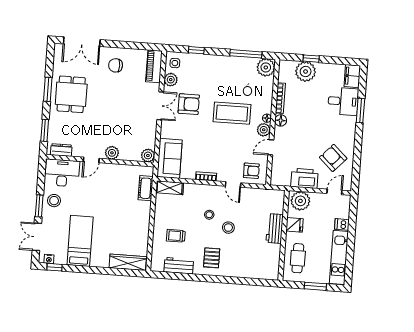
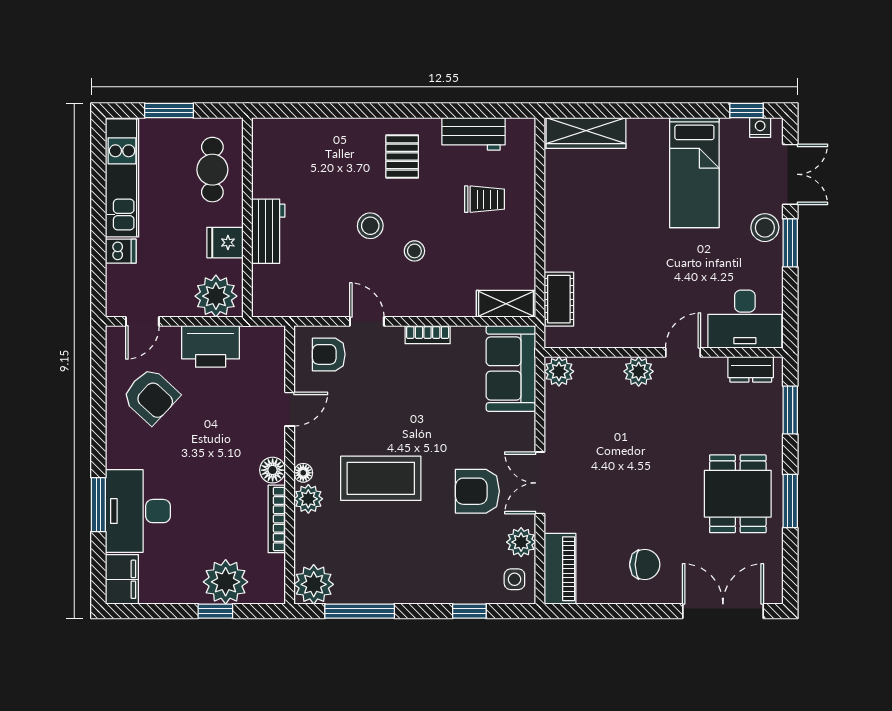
desk: (343, 101) -> (138, 511), width x1.37
plant: (264, 130) -> (308, 499), moved
stool: (54, 201) -> (765, 228), moved

